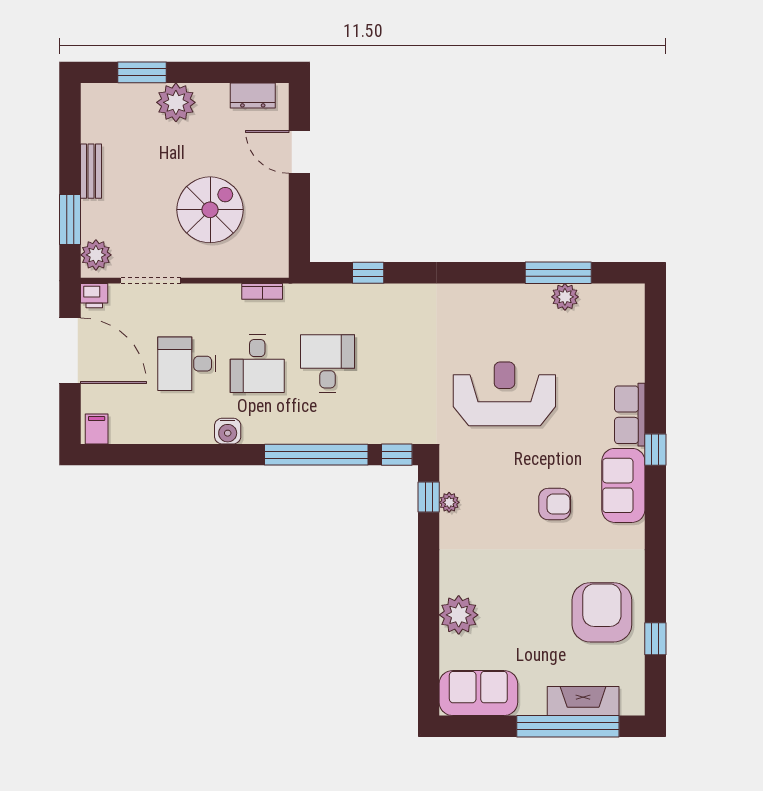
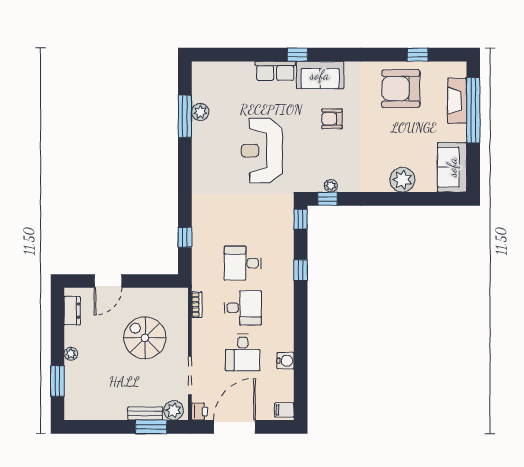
plant: (176, 102) -> (71, 354), width x0.53, depth x0.53
bench: (91, 171) -> (145, 413), moved
water cooler: (228, 431) -> (286, 361), moved
window: (316, 455) -> (301, 270), width x0.32
armchair: (555, 504) -> (332, 119), turned -90

